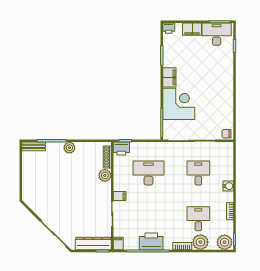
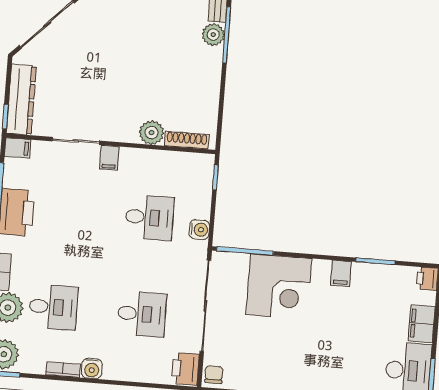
filing cabinet: (169, 77) -> (341, 273), width x0.50
water cooler: (153, 147) -> (199, 230), added
plant: (69, 148) -> (213, 35), moved
printer: (121, 149) -> (185, 369), moved
desk: (148, 173) -> (149, 217), width x0.73
water cooler: (228, 186) -> (92, 369), moved

